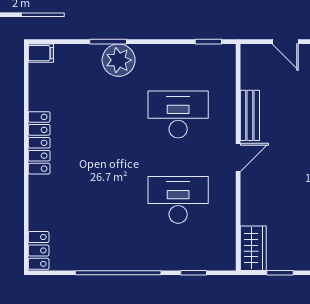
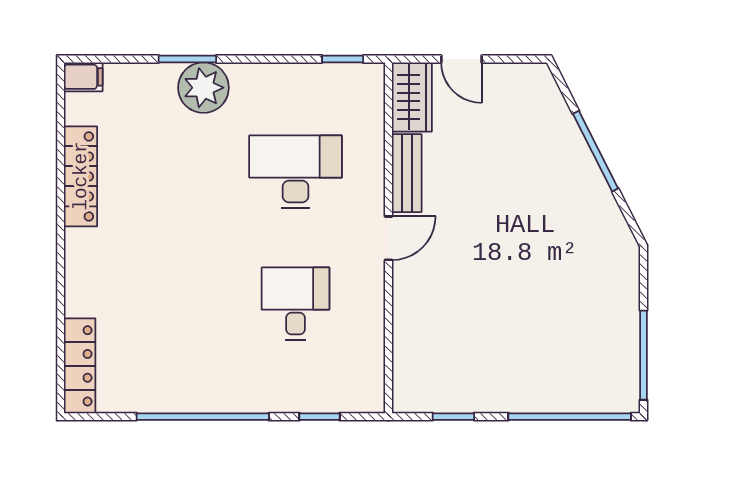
locker: (39, 143) -> (81, 176), moved
desk: (178, 200) -> (296, 304), width x0.73
wardrobe: (253, 248) -> (412, 97), moved
locker: (39, 250) -> (80, 366), width x1.53

